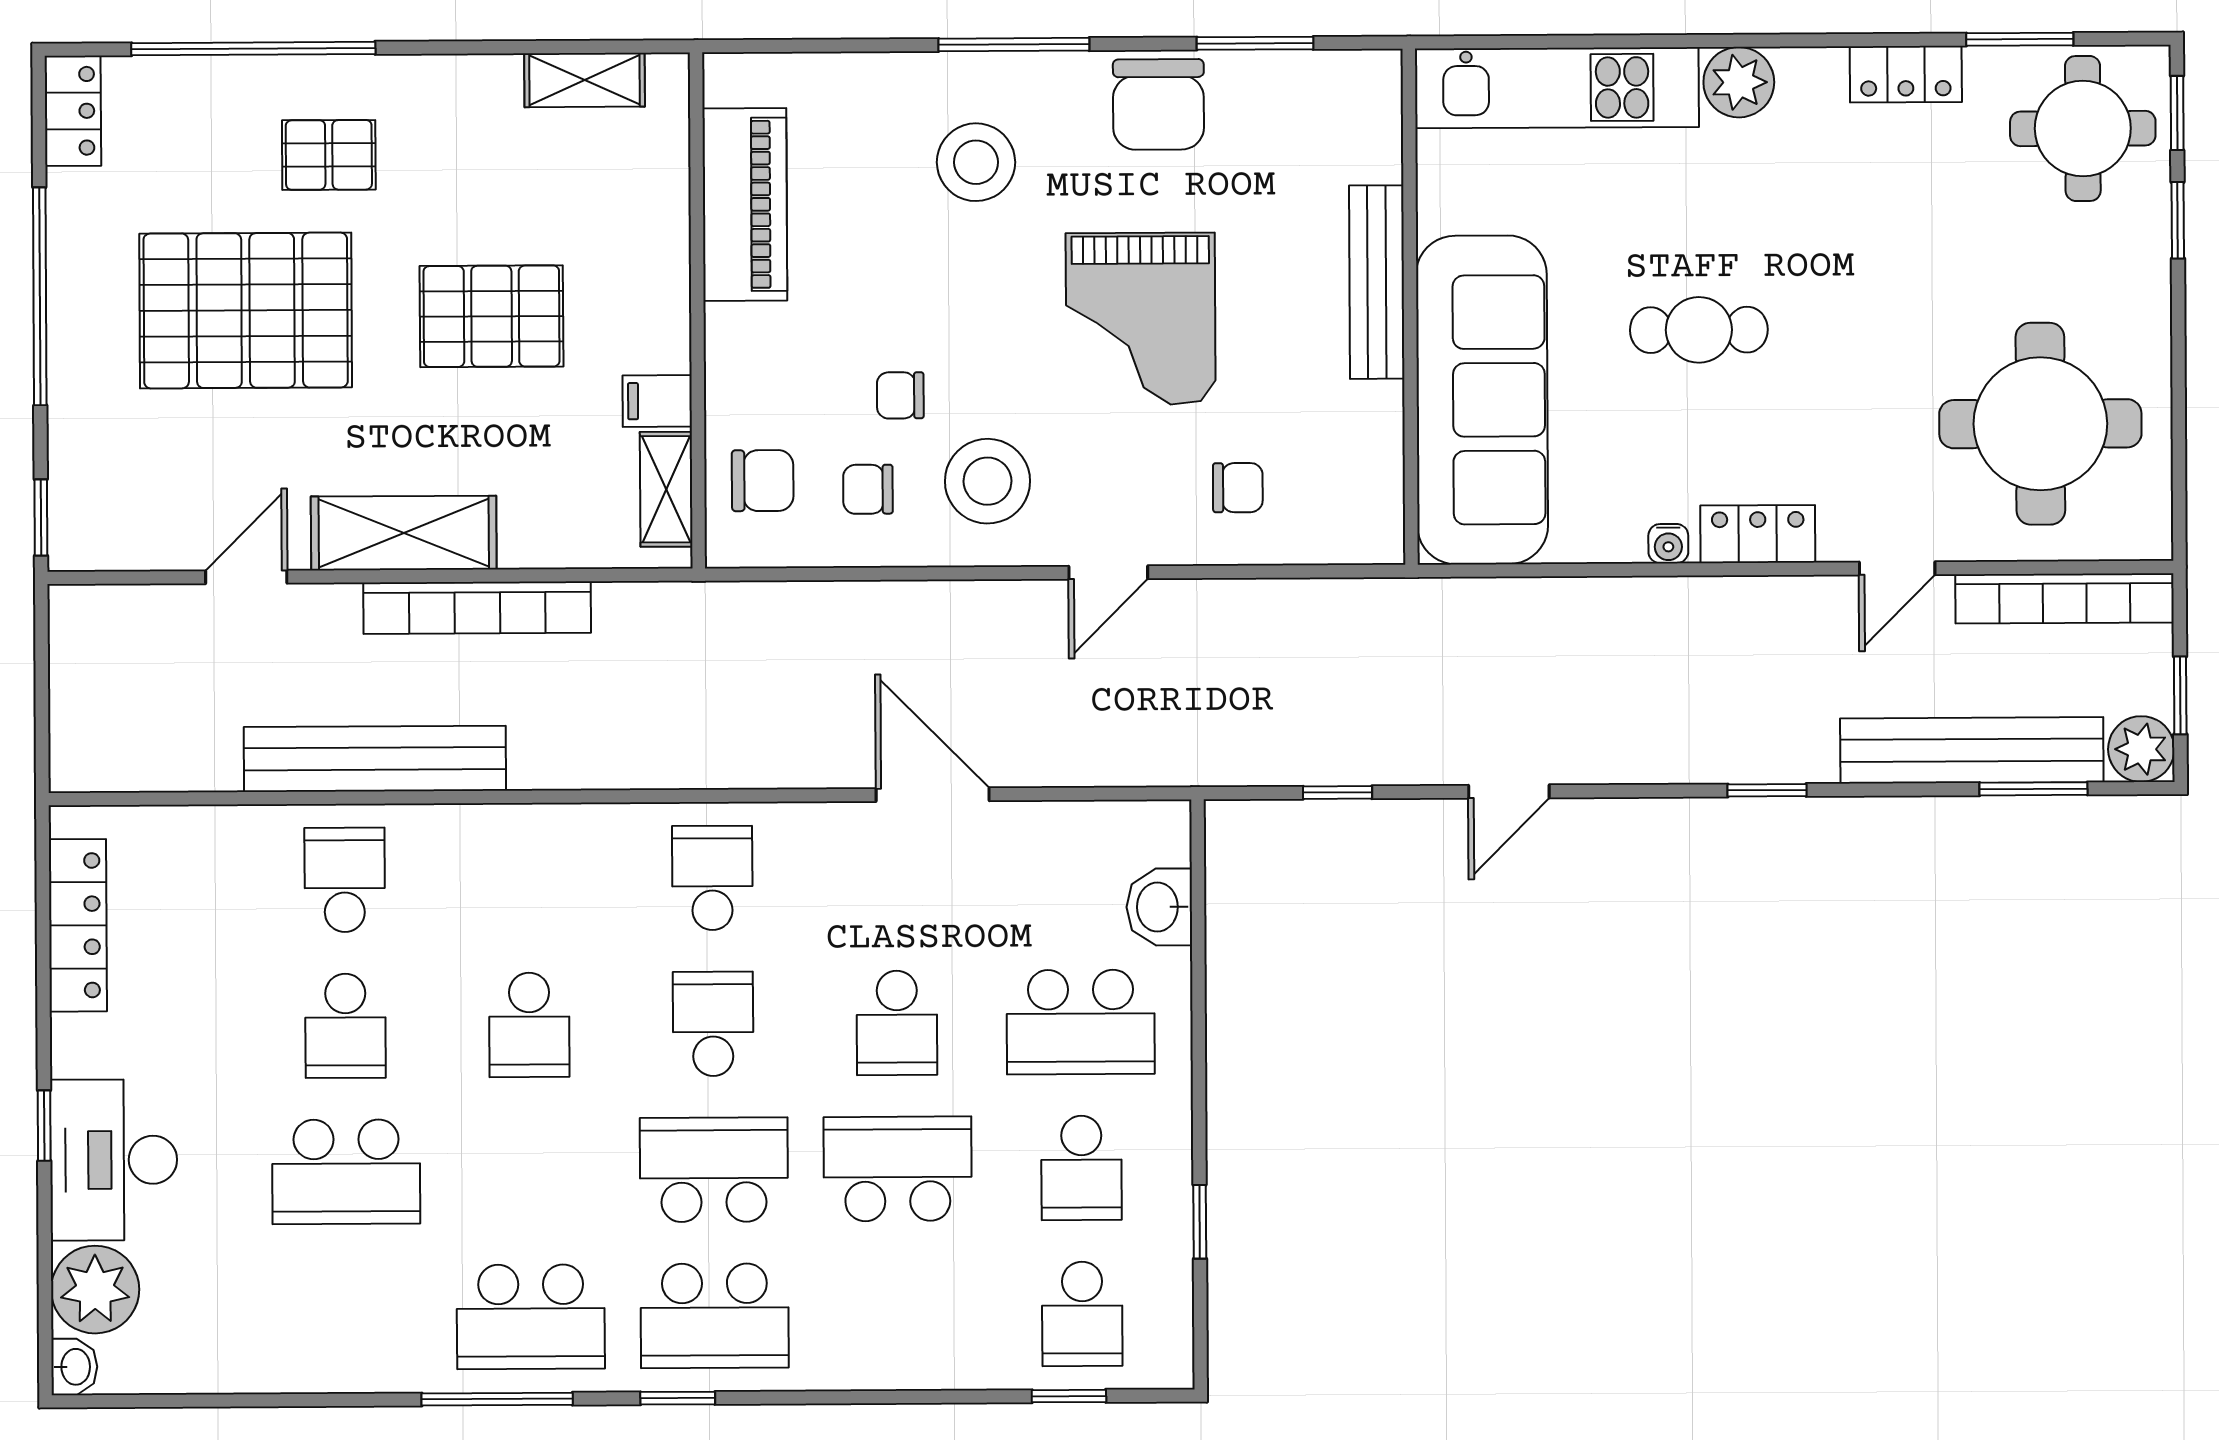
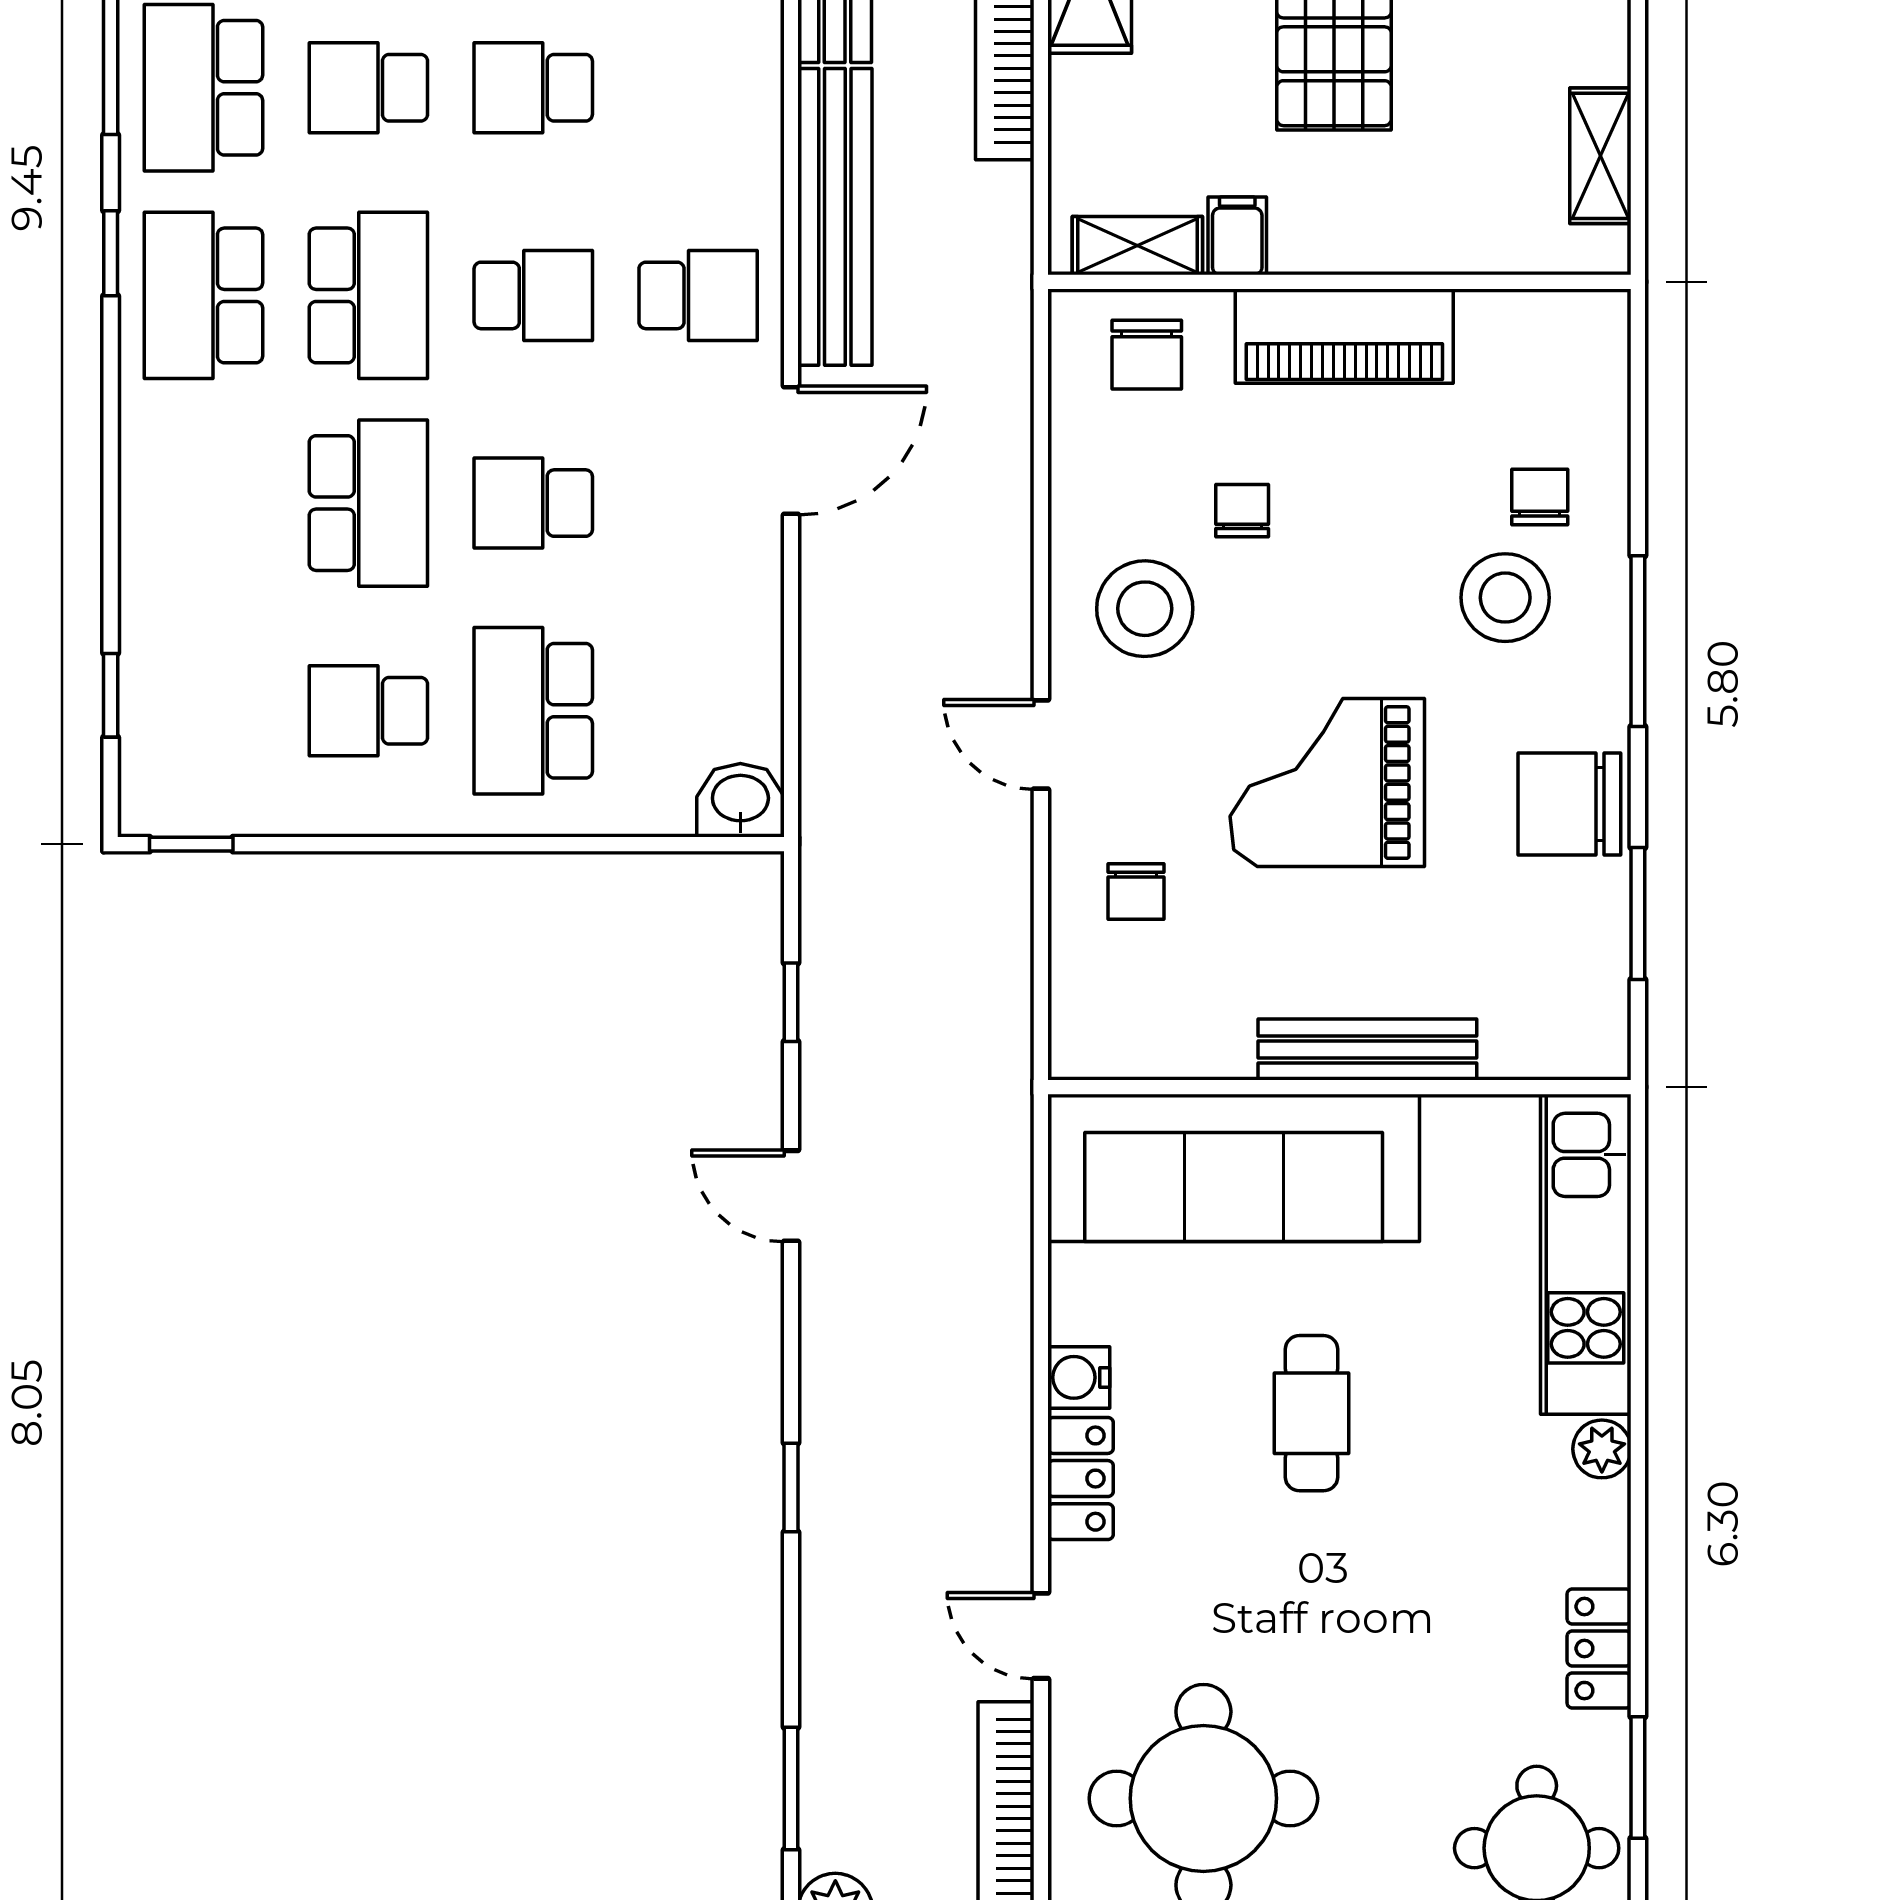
plant: (1739, 82) -> (1602, 1449), width x0.73, depth x0.73
piano: (745, 204) -> (1344, 336), moved
chair: (868, 489) -> (1540, 497), moved
water cooler: (1668, 544) -> (1079, 1377), width x1.38, depth x1.38
bench: (1972, 750) -> (835, 217), moved
door: (933, 795) -> (791, 450), moved
washbasin: (1159, 907) -> (740, 800), moved
window: (1200, 1222) -> (191, 844), moved
school desk: (1082, 1314) -> (368, 88), moved

